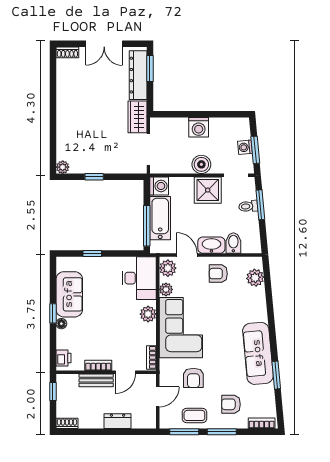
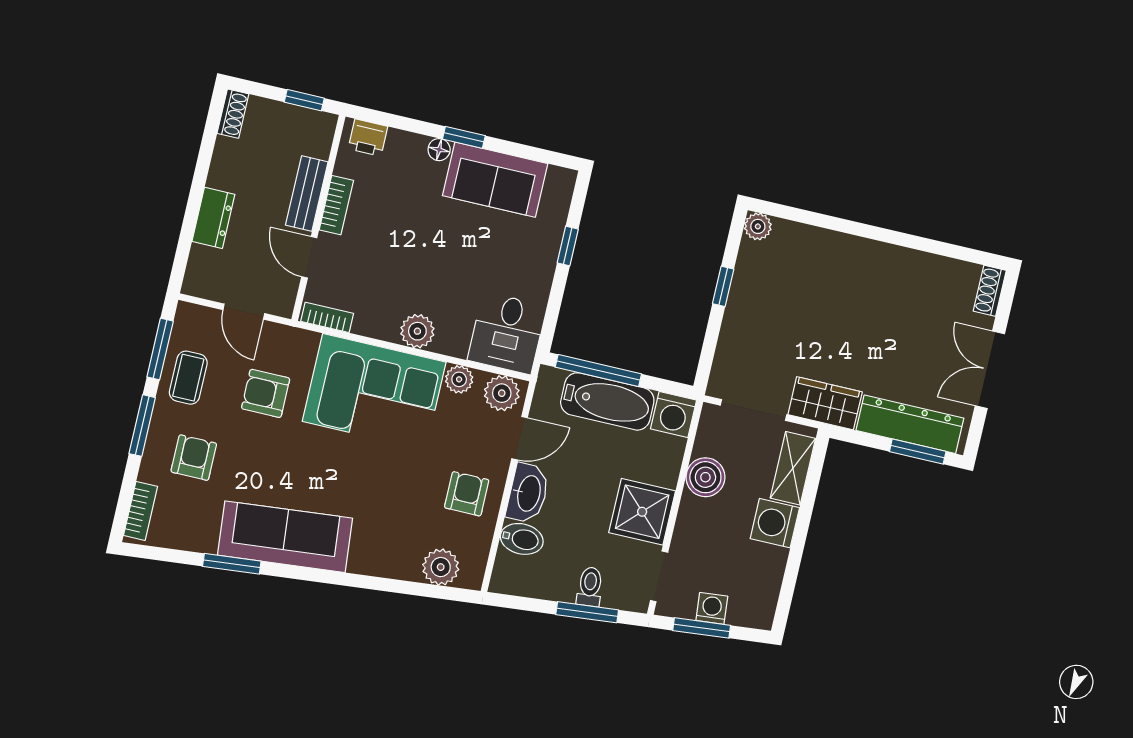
shelving: (171, 125) -> (793, 468), added
boiler: (201, 164) -> (705, 477), moved
desk: (139, 278) -> (507, 333), width x0.73

